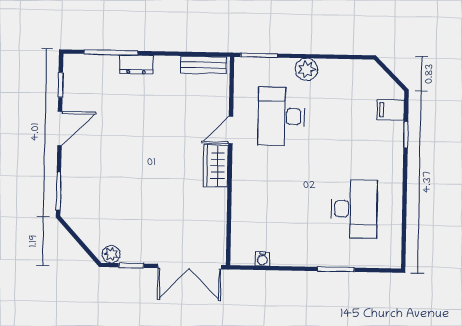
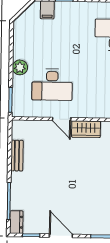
dresser: (136, 64) -> (16, 222), moved
bench: (204, 65) -> (17, 156), moved

